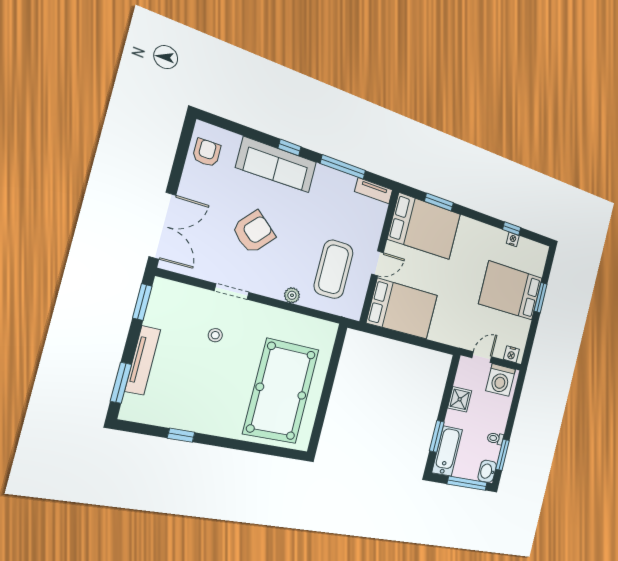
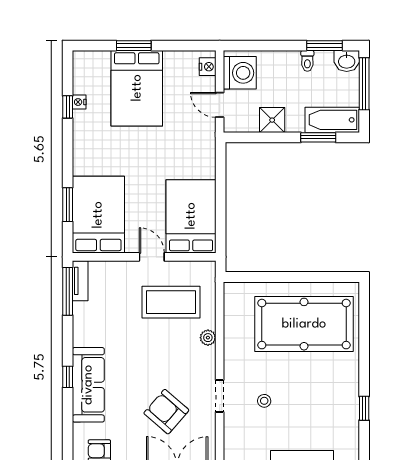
window: (343, 167) -> (68, 291), moved
armchair: (254, 232) -> (166, 412), moved

